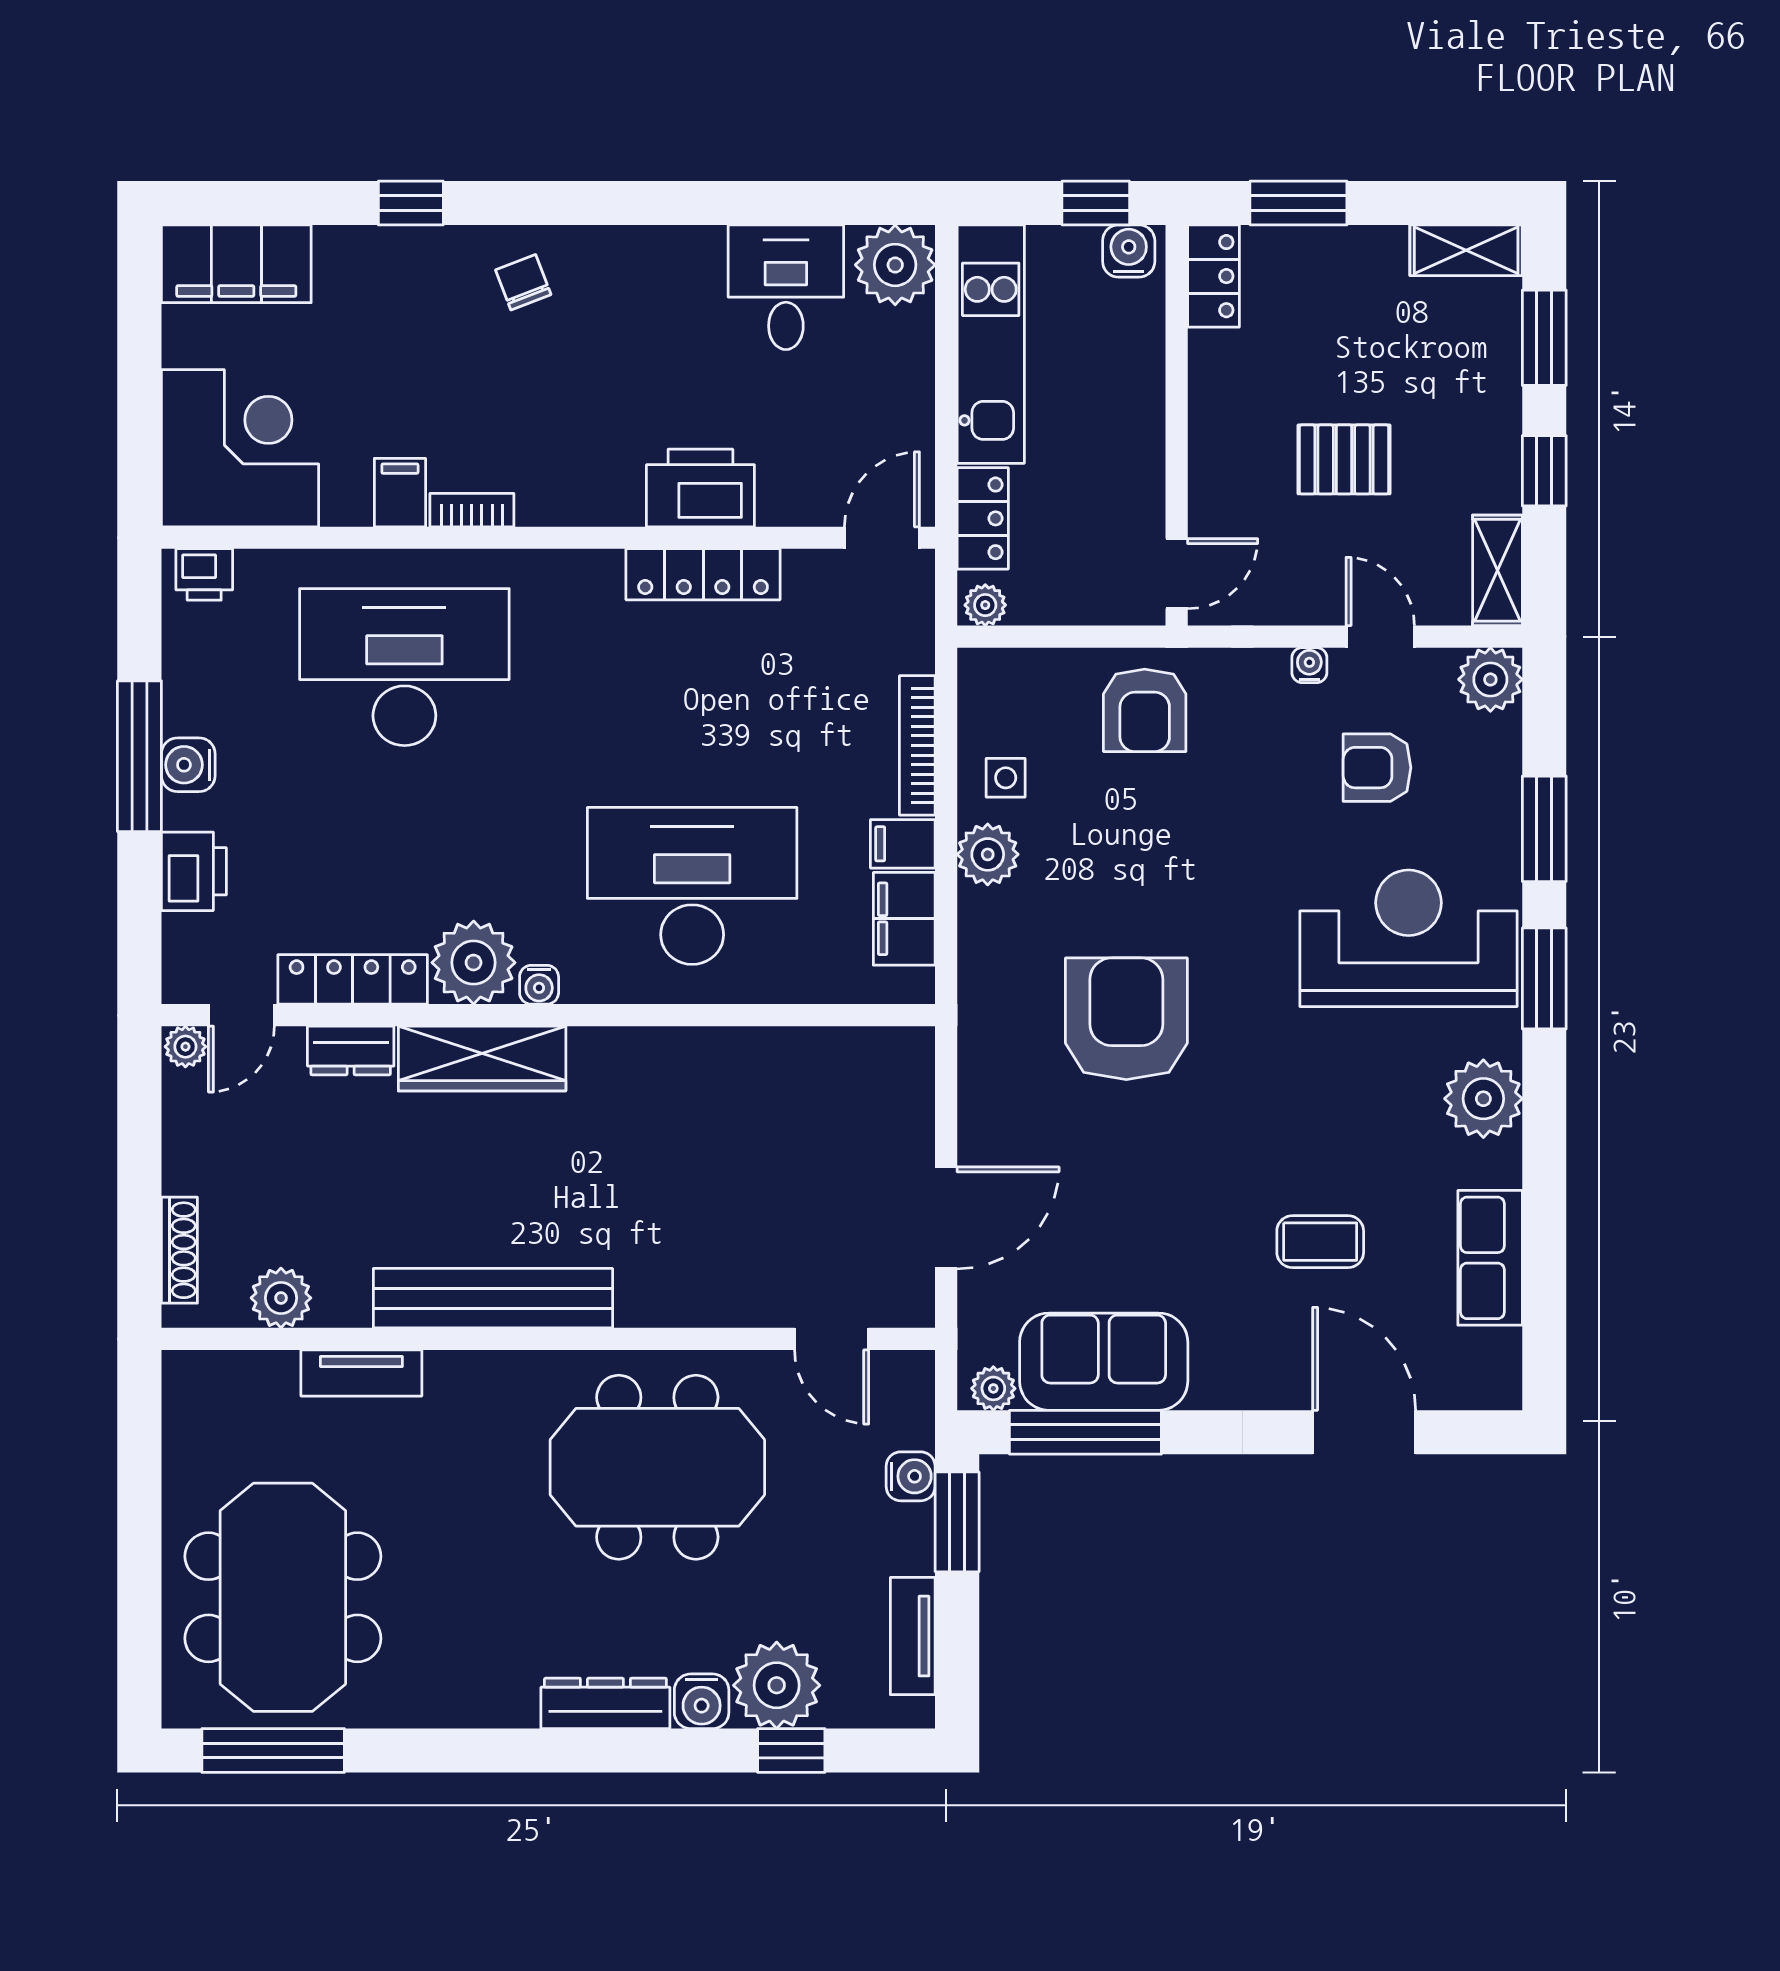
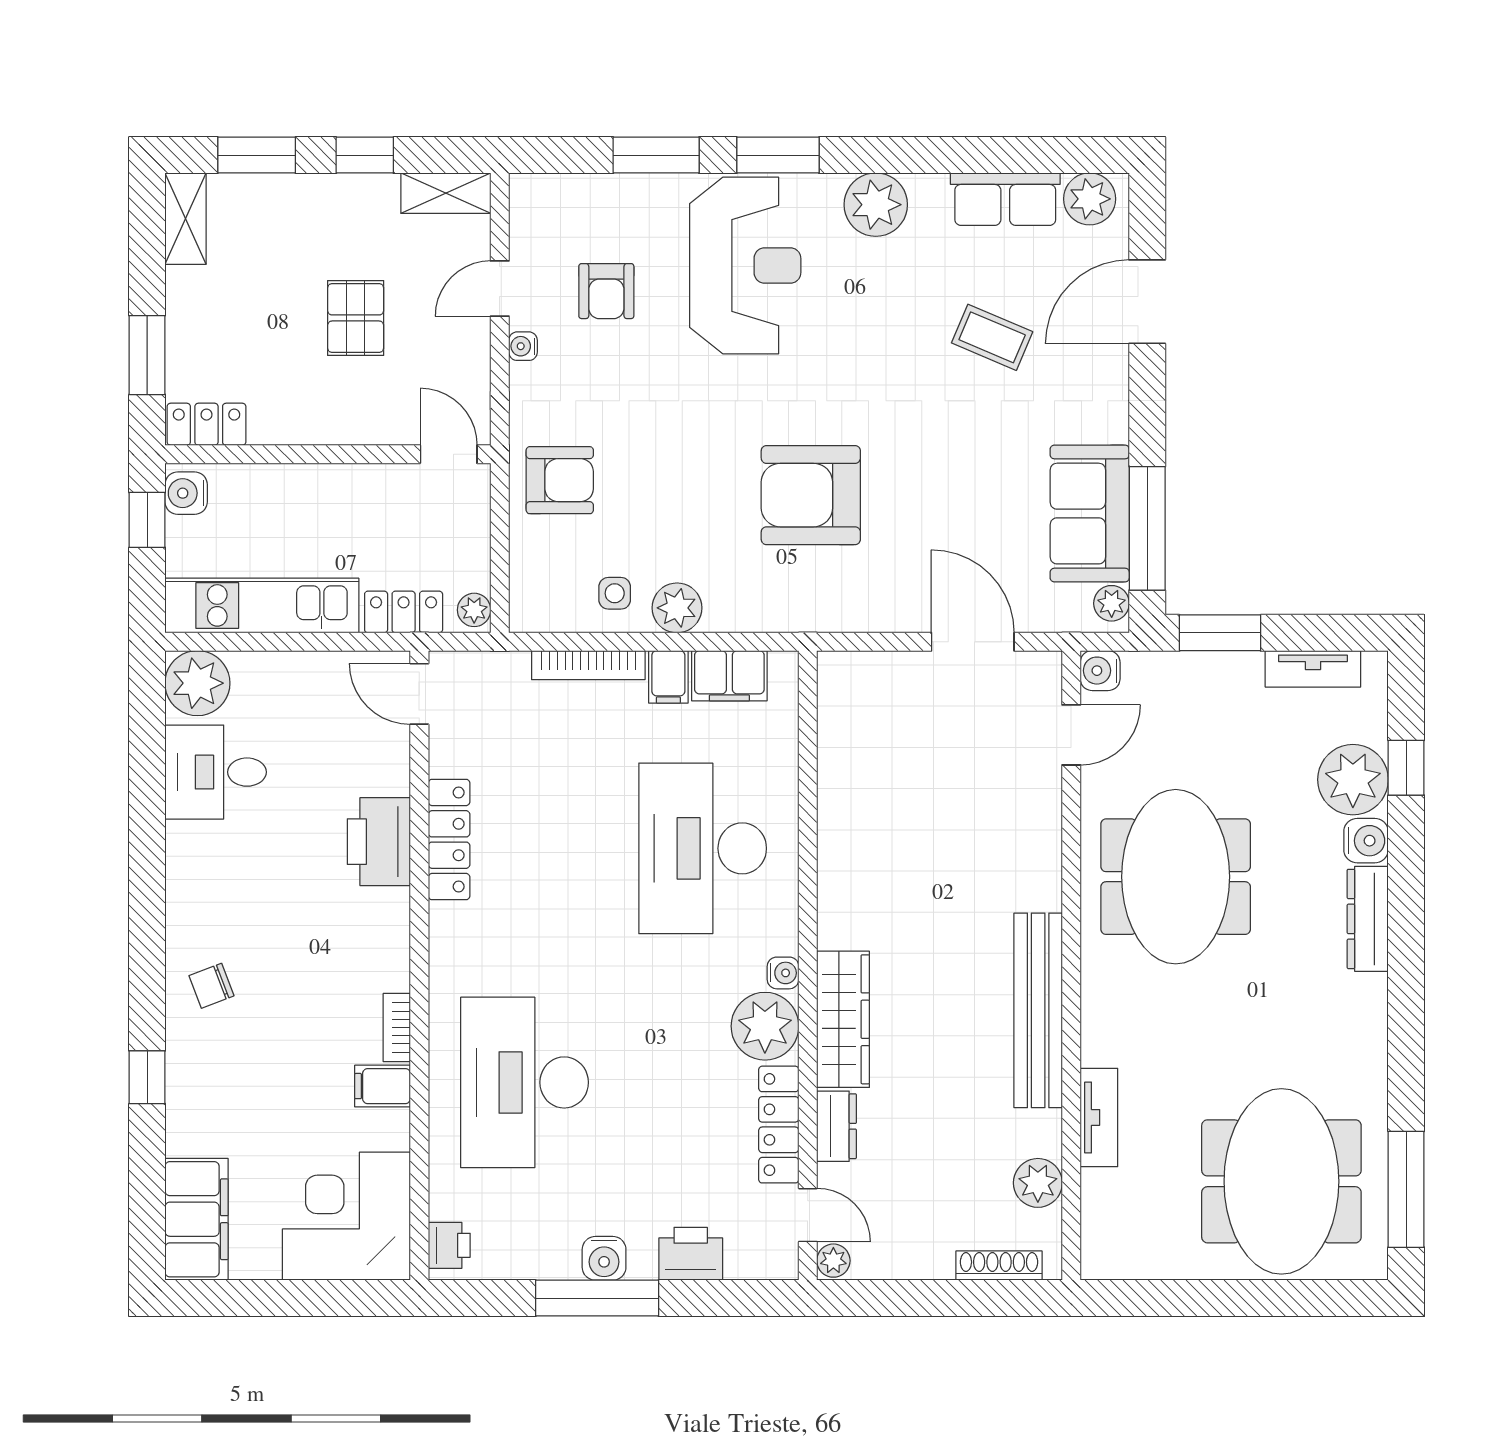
plant: (1490, 679) -> (1090, 199), moved
reception desk: (1409, 938) -> (745, 266), turned 180
coffee table: (1320, 1242) -> (992, 337), turned -67
water cooler: (911, 1476) -> (1100, 671), moved, turned -90
meeting table: (283, 1597) -> (1281, 1181), turned 90

